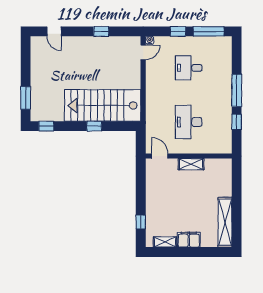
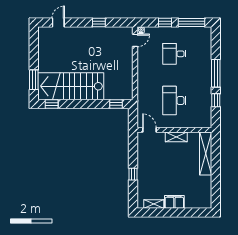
door: (54, 31) -> (58, 22), swing flipped
stairs: (103, 105) -> (71, 86), moved
window: (94, 126) -> (116, 104), moved
window: (141, 222) -> (133, 174), moved
shelving: (225, 222) -> (206, 154), moved

